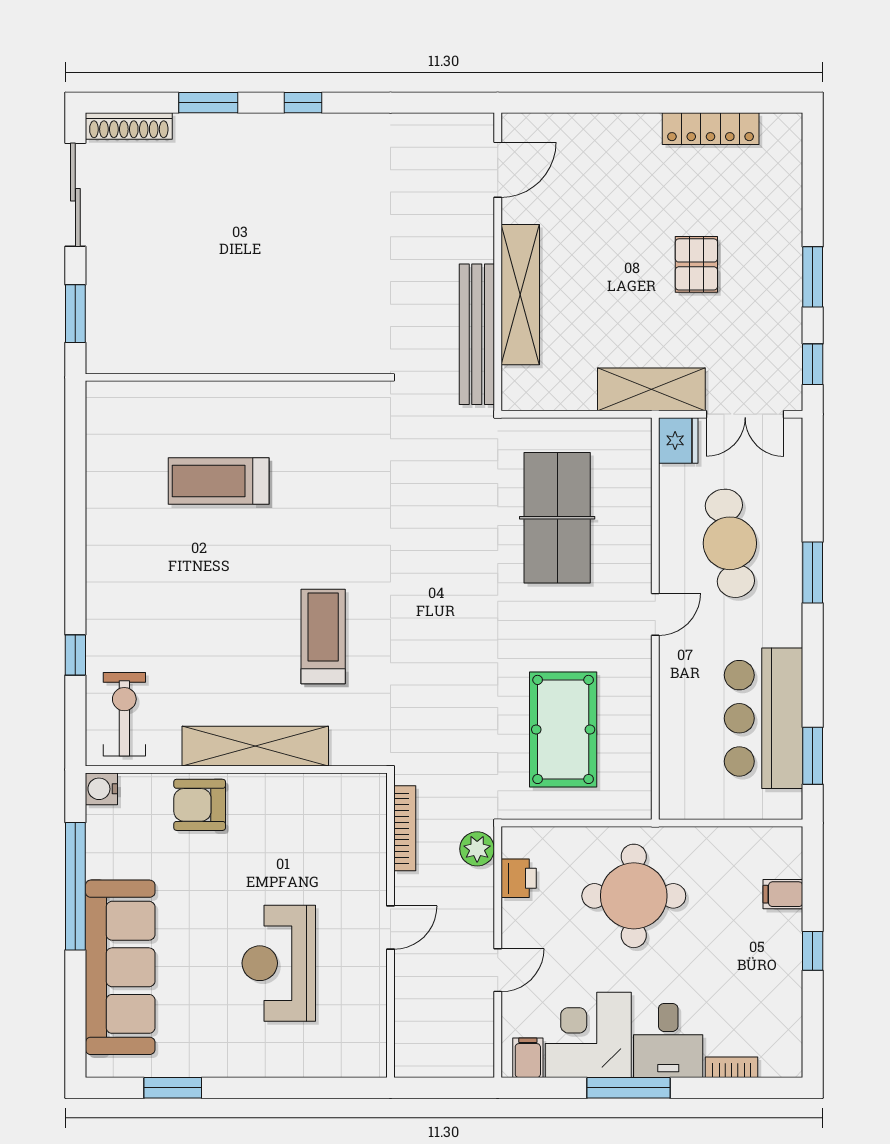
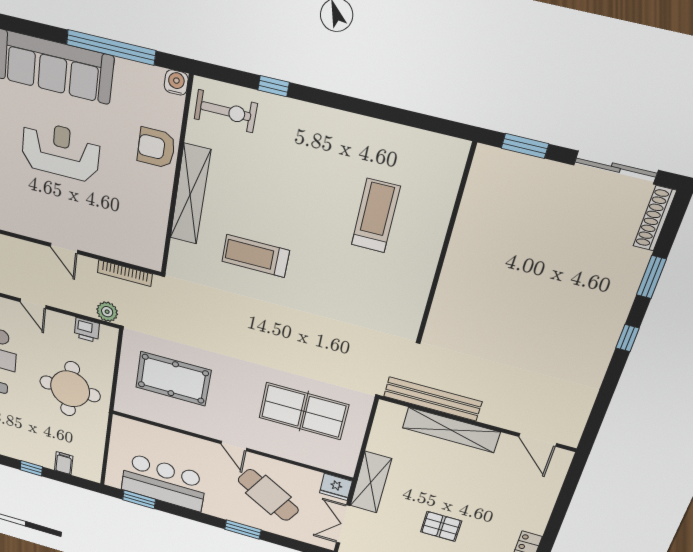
cafe table: (730, 543) -> (268, 495), turned 39
treadmill: (323, 636) -> (256, 256), turned 180
armchair: (200, 805) -> (156, 148), turned -90
reception desk: (279, 963) -> (61, 151), moved

